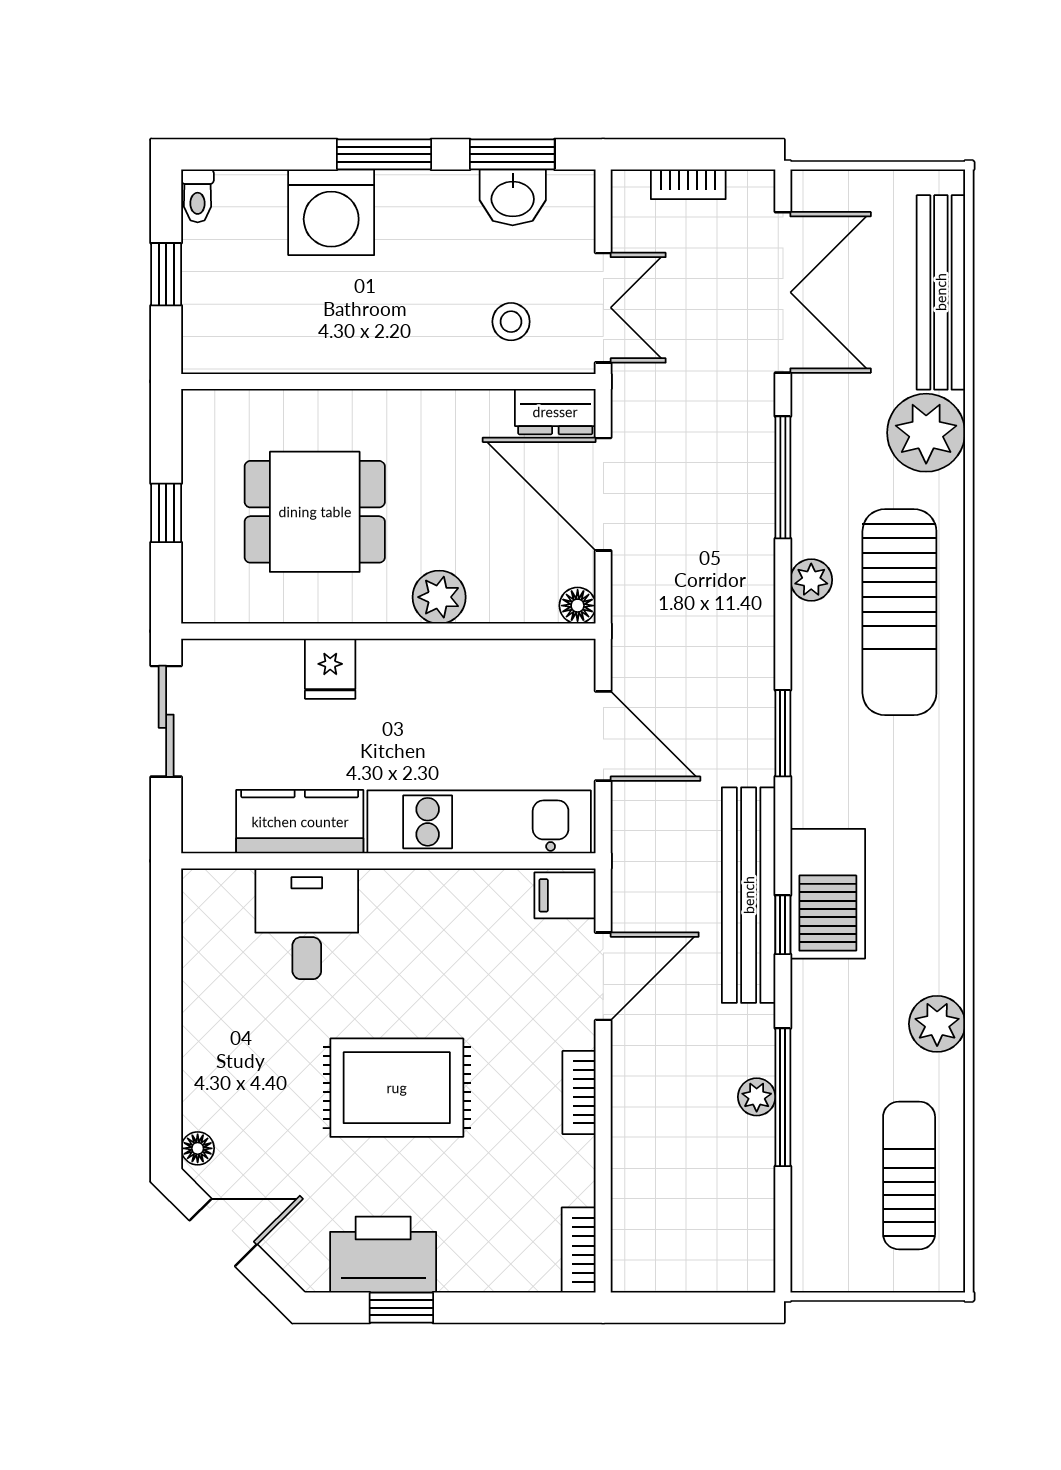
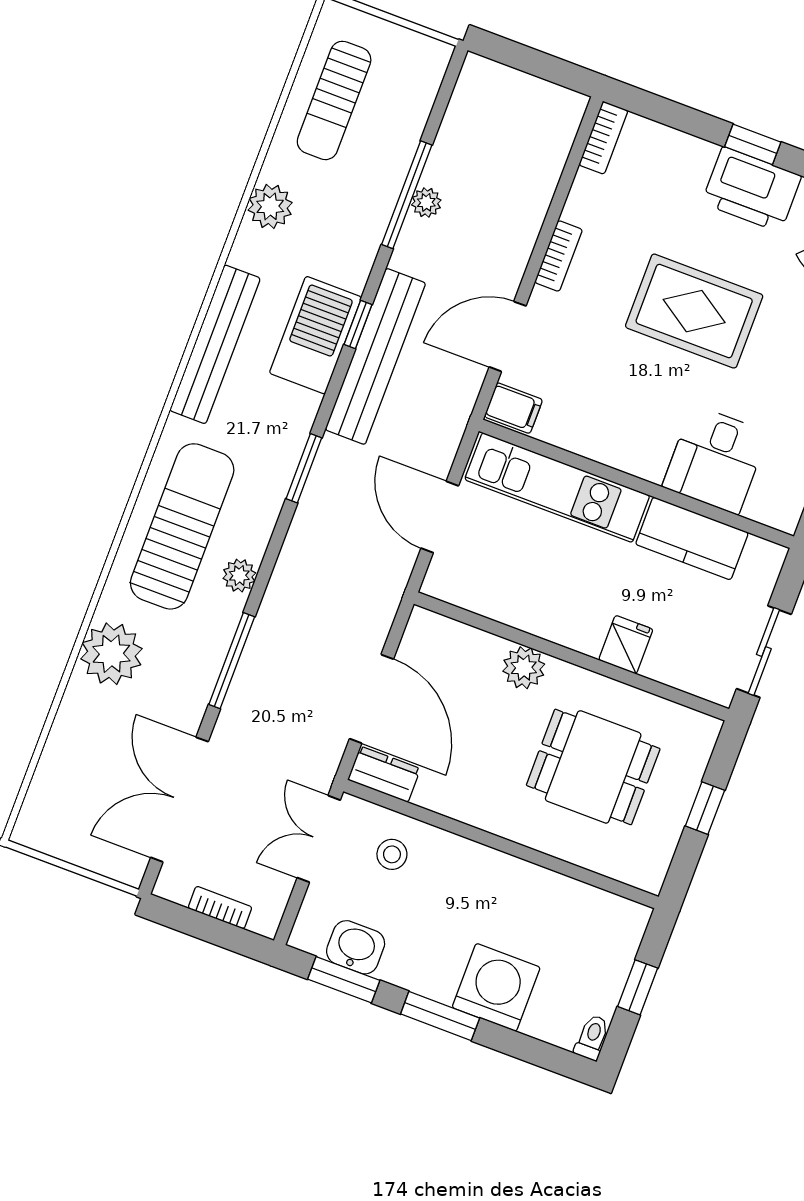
bench: (941, 292) -> (215, 344), moved
floor lamp: (578, 606) -> (422, 622), removed

